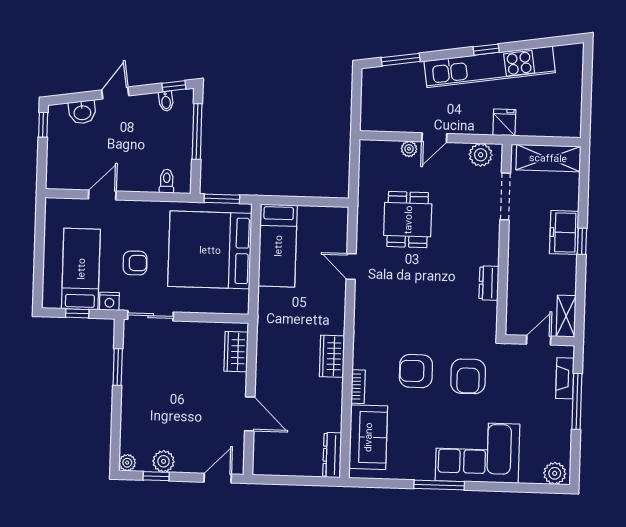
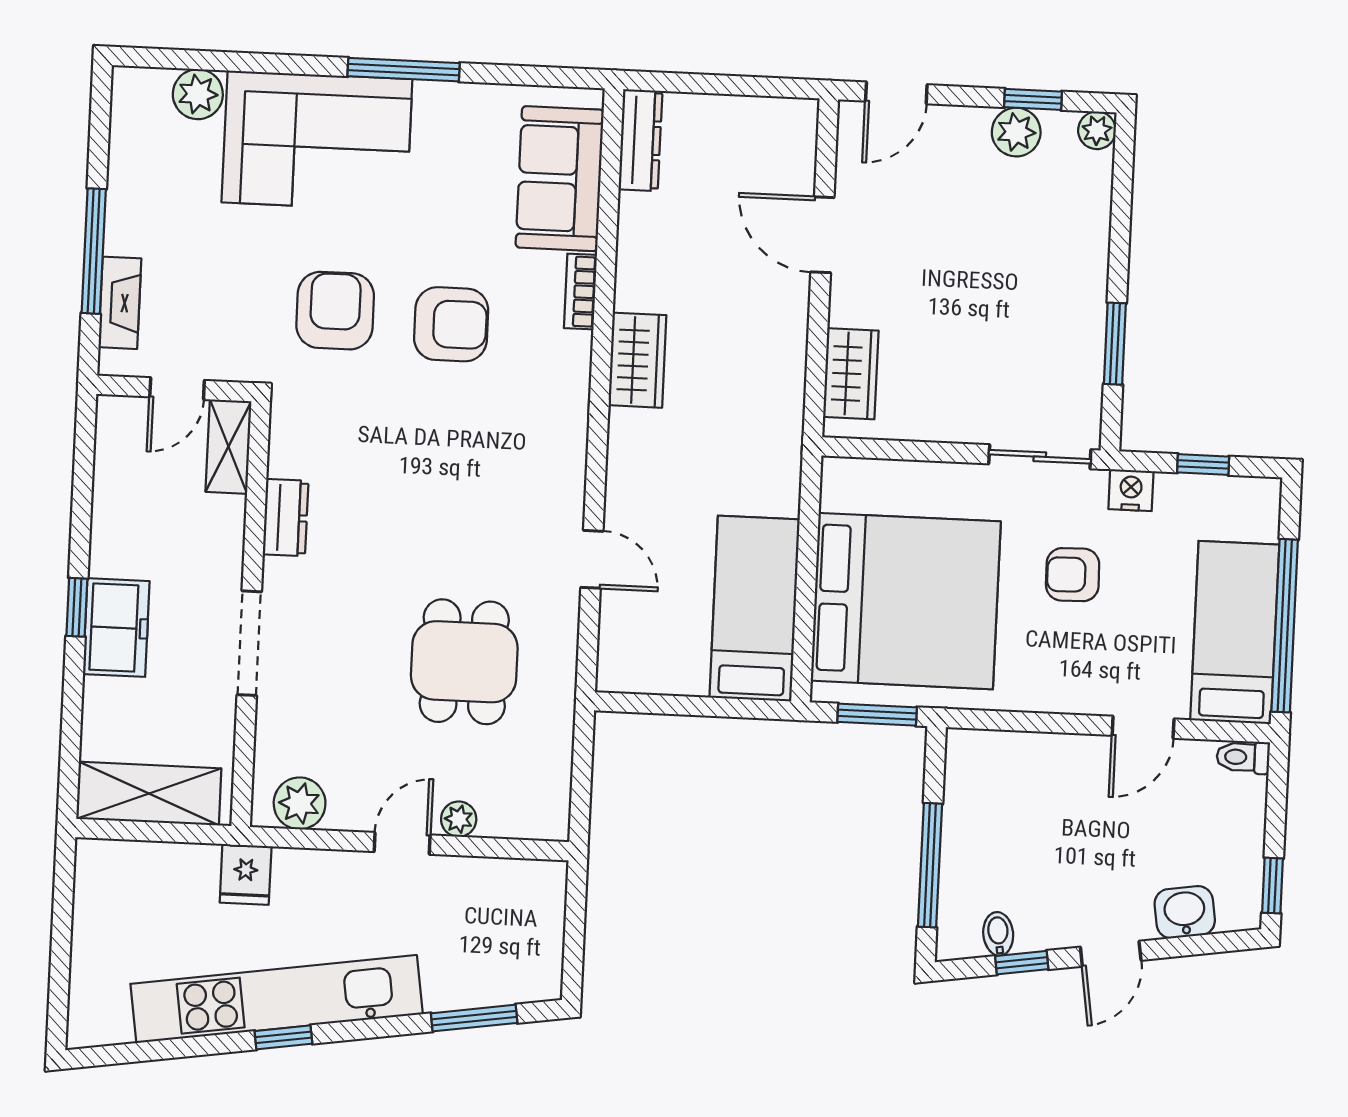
window: (174, 86) -> (1022, 963), moved
toilet: (167, 181) -> (1243, 757), moved, turned 90
doorway: (505, 196) -> (249, 643), moved
window: (39, 242) -> (1285, 626), added
bed: (81, 269) -> (1235, 632), moved, turned 180
shelving: (566, 316) -> (228, 447), moved
plant: (555, 473) -> (198, 94), moved

